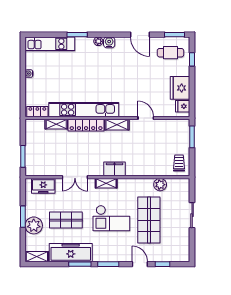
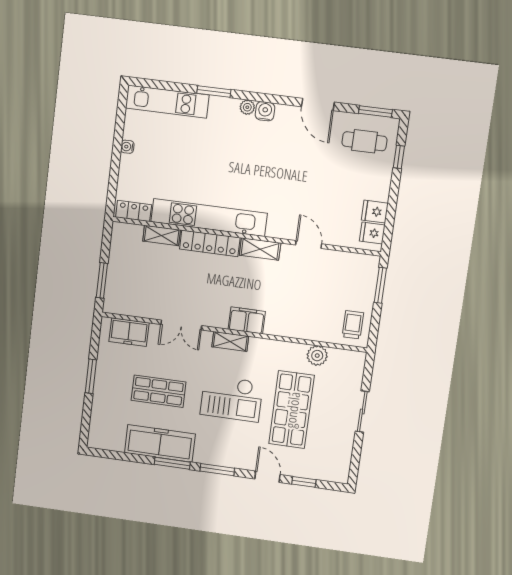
fridge: (180, 88) -> (375, 212), width x0.53, depth x0.75
plant: (34, 225) -> (106, 393), removed
shelving: (37, 257) -> (106, 442), removed

